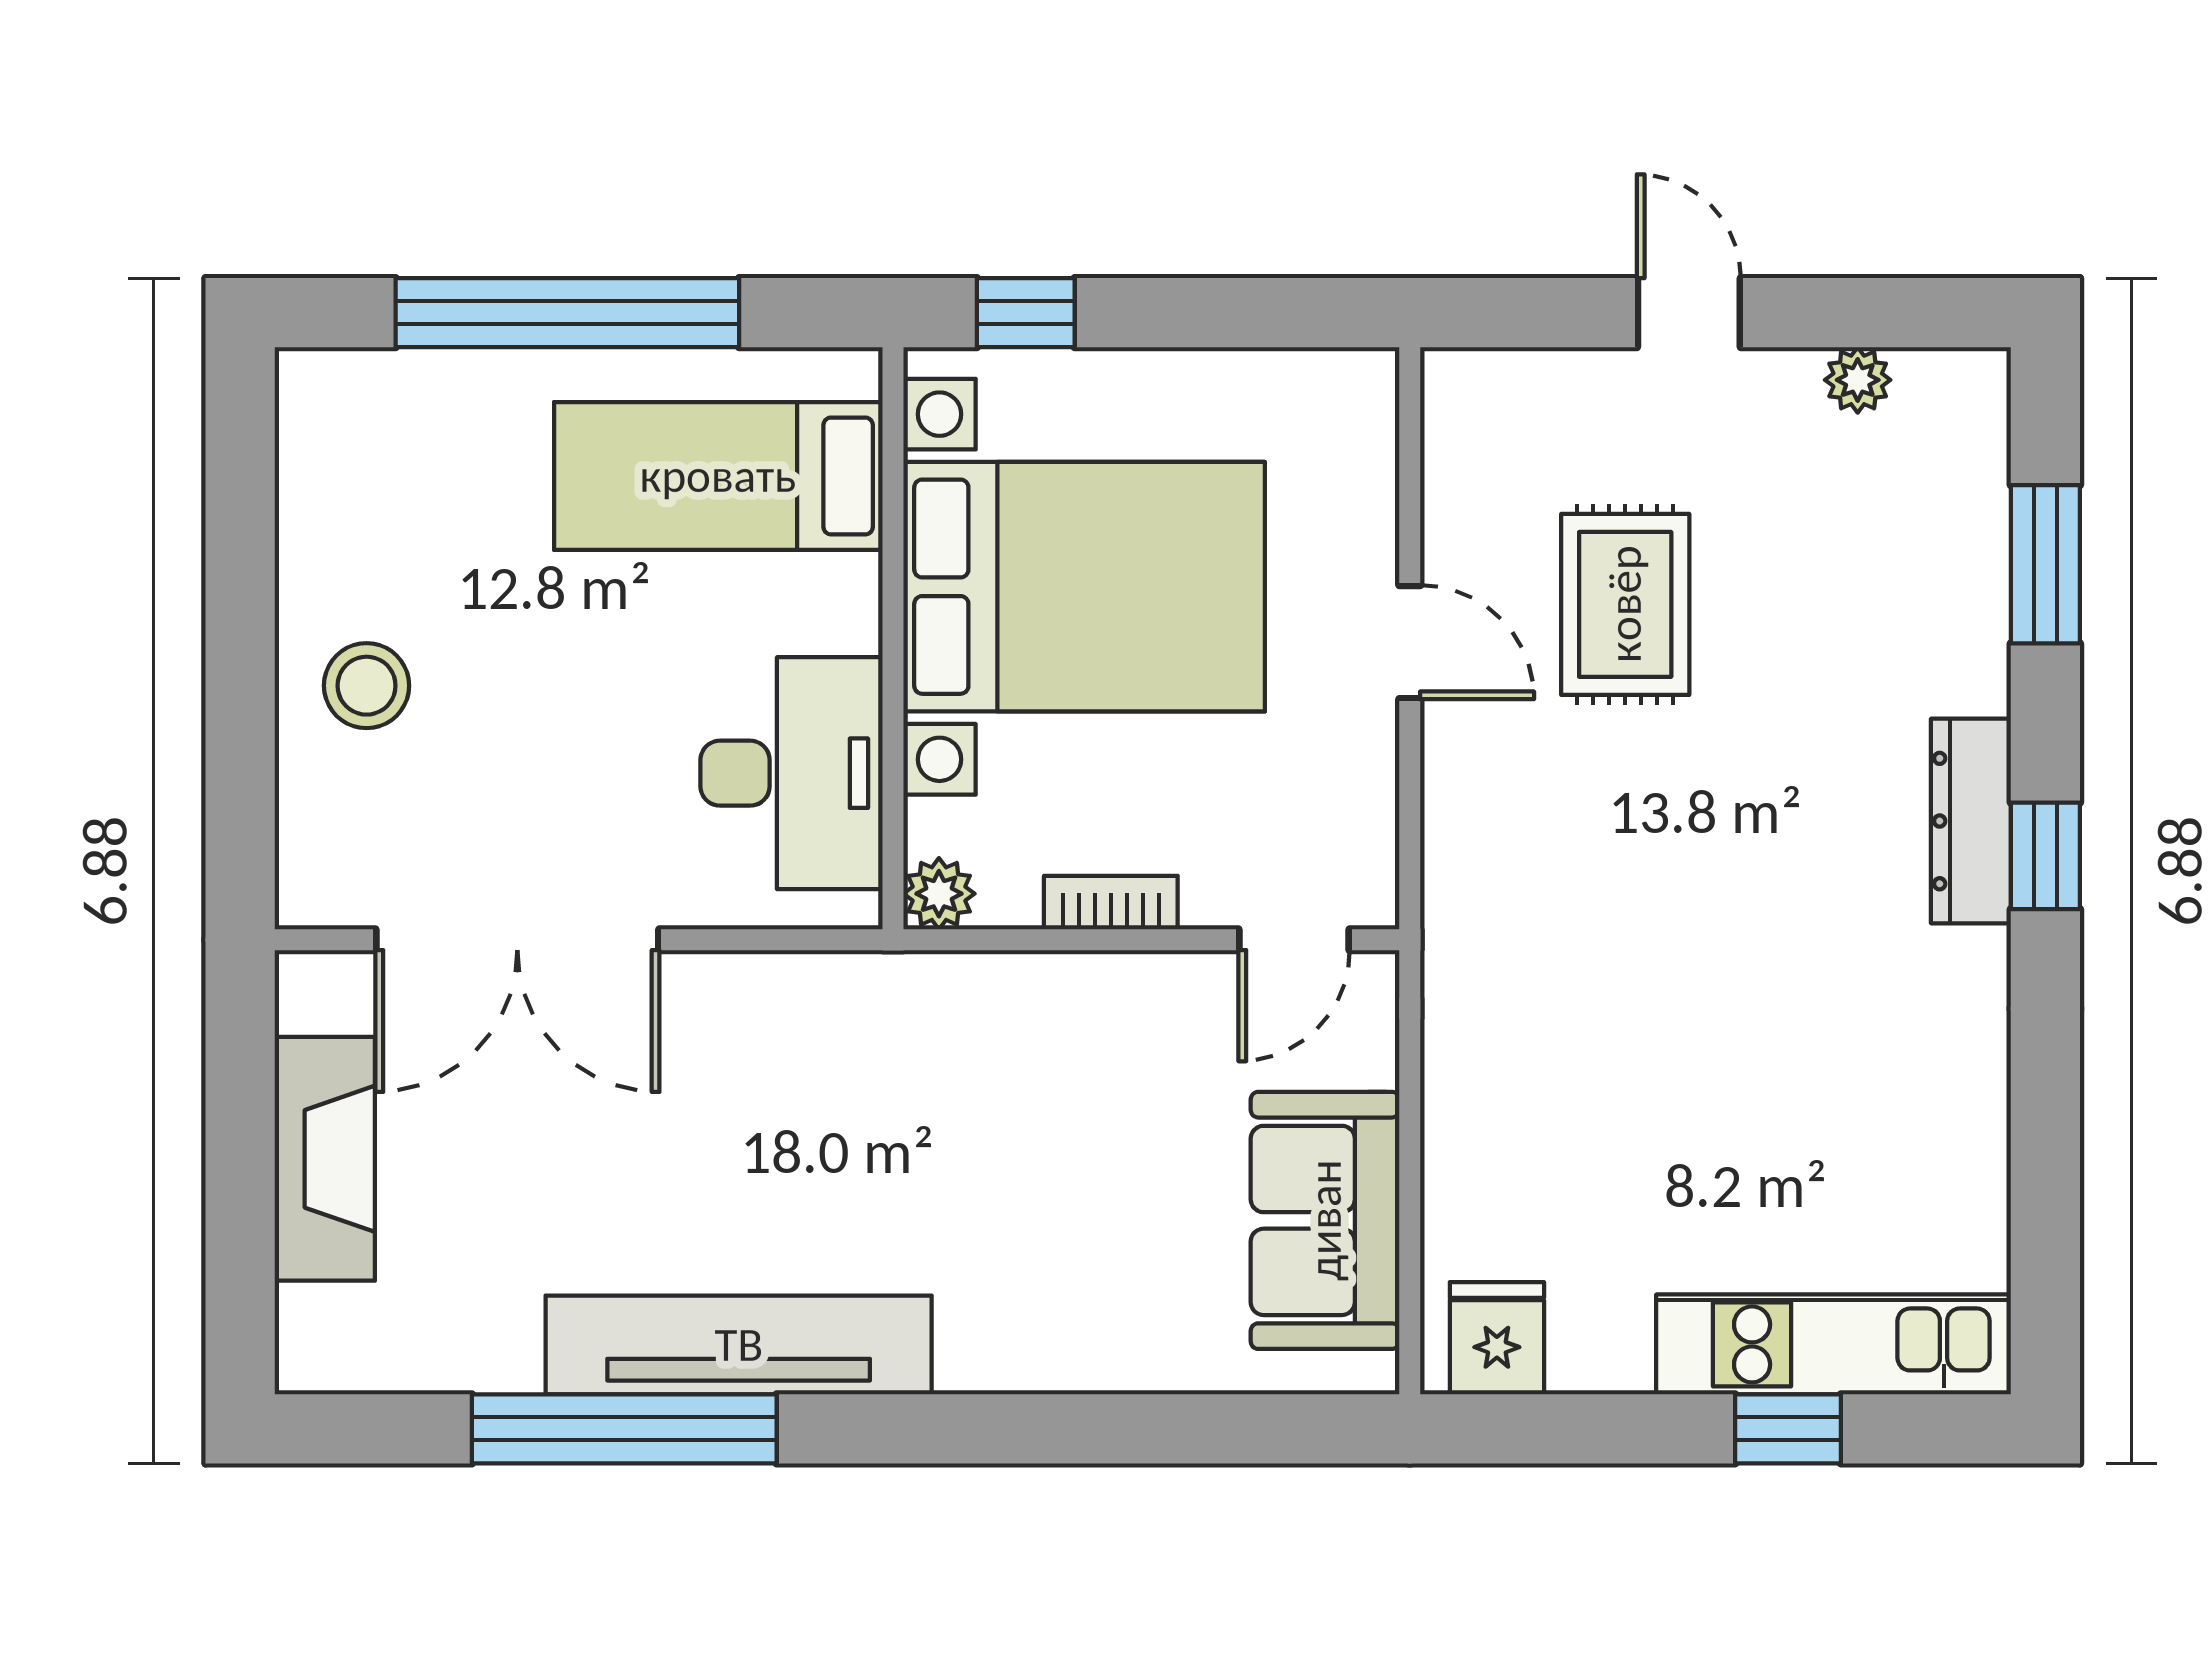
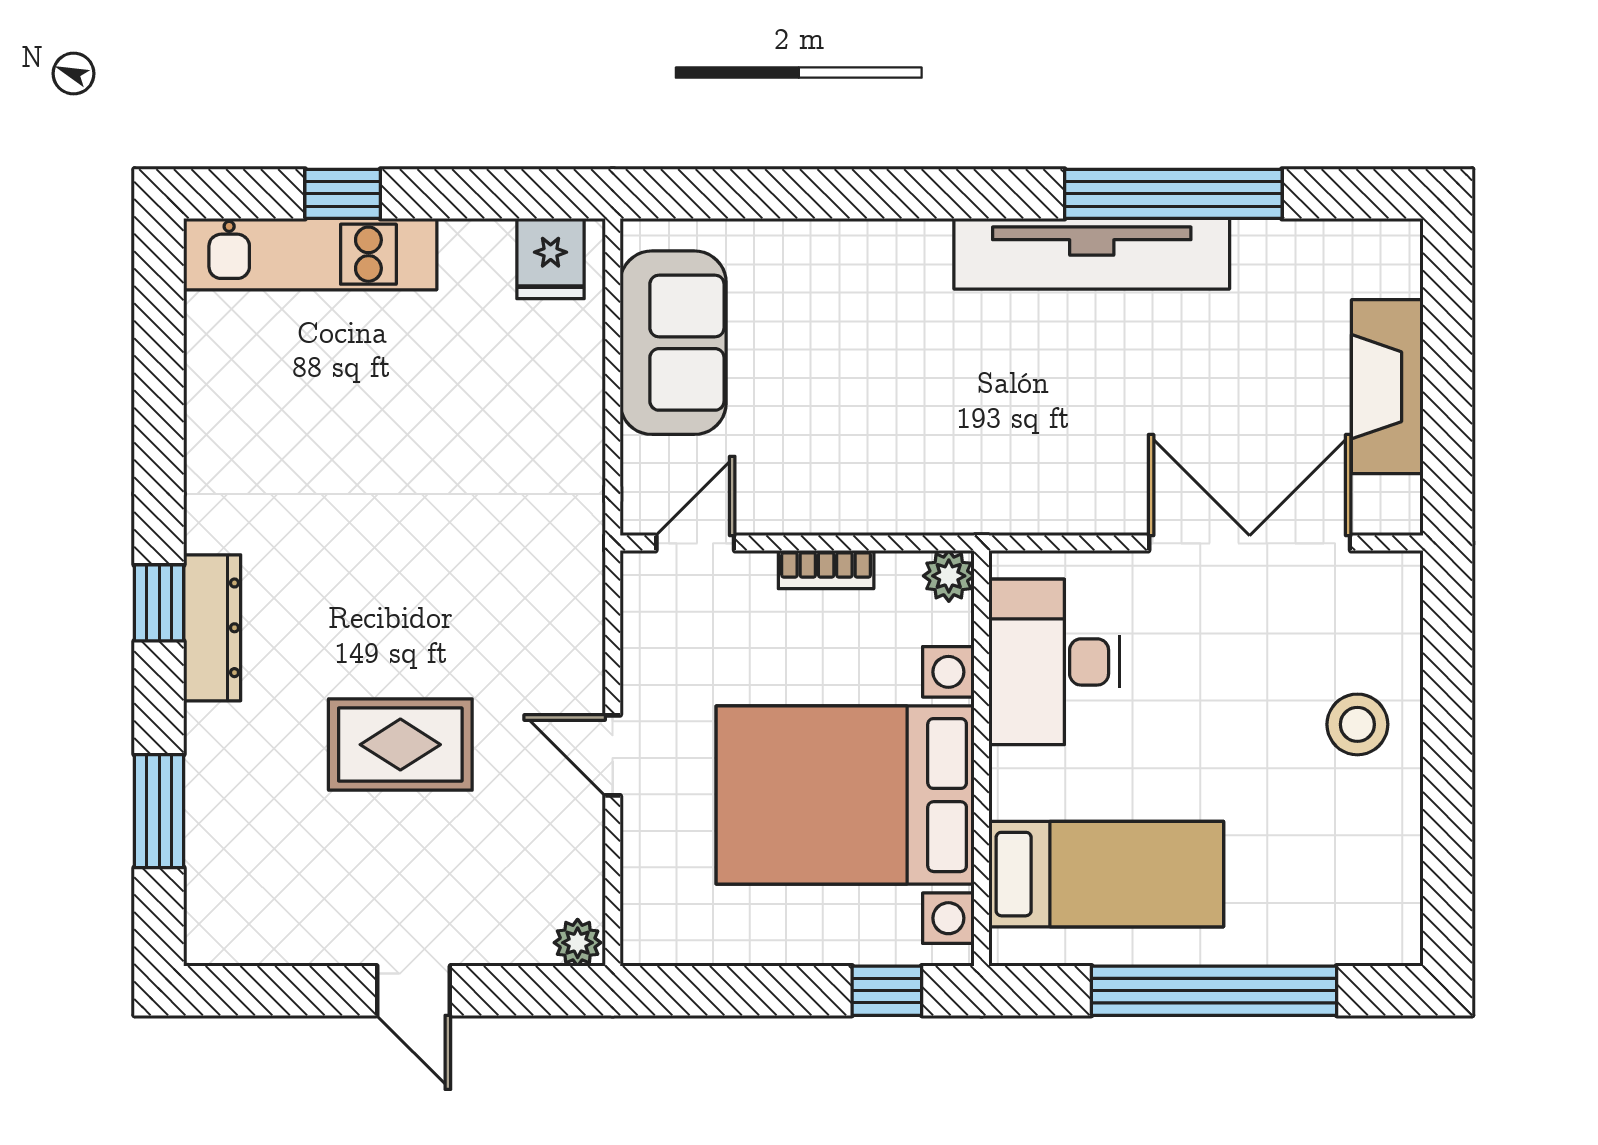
plant: (1858, 380) -> (578, 943), moved
rug: (1625, 604) -> (400, 745), moved, turned 90

